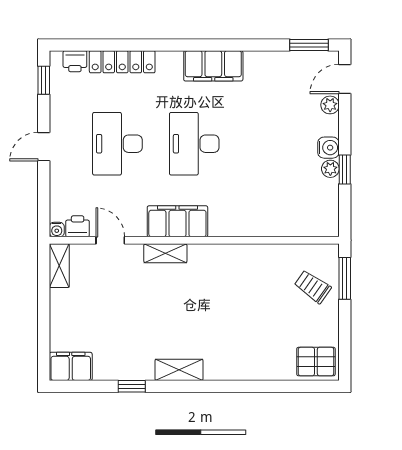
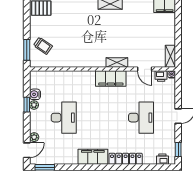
locker: (122, 62) -> (126, 159), moved
desk: (194, 144) -> (64, 118), moved
water cooler: (328, 148) -> (35, 94), moved

